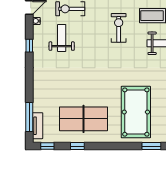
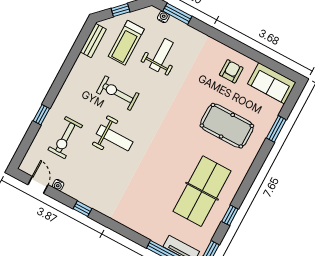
weight bench: (62, 38) -> (115, 138), moved, turned 180
pool table: (136, 112) -> (227, 126), width x0.73, depth x0.76

